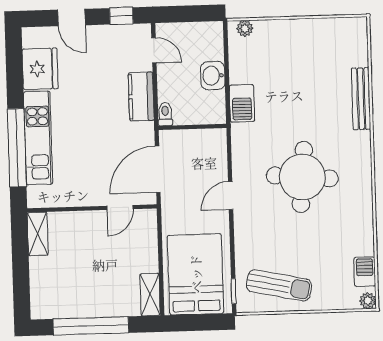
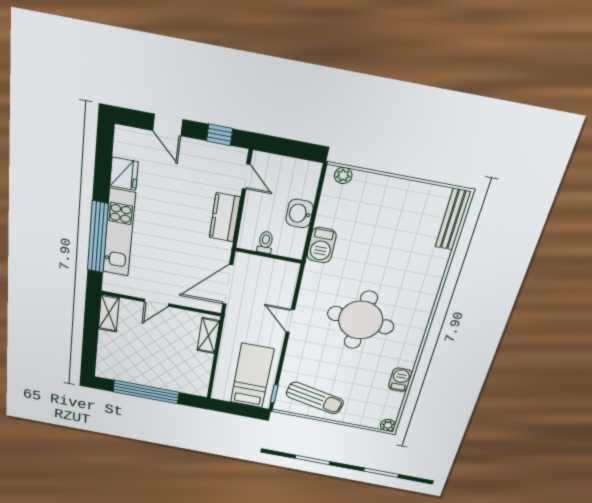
fridge: (40, 69) -> (124, 174), width x0.73, depth x0.75
bench: (361, 99) -> (453, 219), moved
toilet: (165, 114) -> (265, 242), moved
door: (231, 196) -> (290, 321), hinge flipped
door: (120, 208) -> (157, 303), moved
barbecue: (365, 272) -> (400, 380), moved
bed: (196, 274) -> (252, 376), width x0.67
shelving: (150, 295) -> (208, 336), moved

